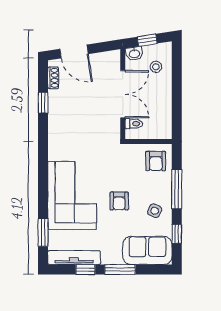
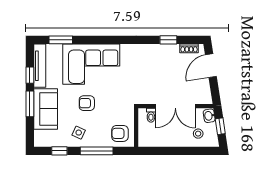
sofa: (147, 251) -> (46, 109), moved

